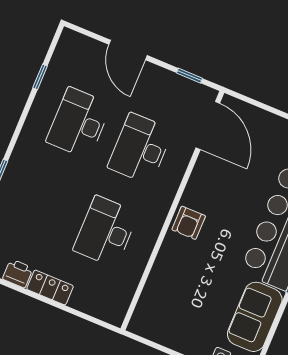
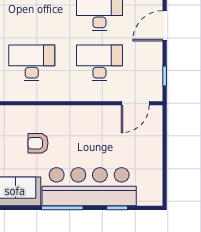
door: (208, 125) -> (135, 103), width x0.73
armchair: (189, 223) -> (38, 143), moved

